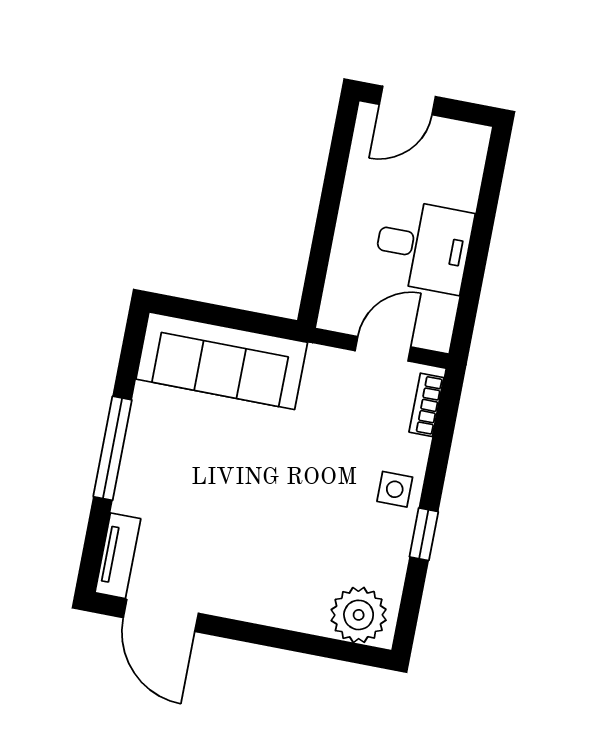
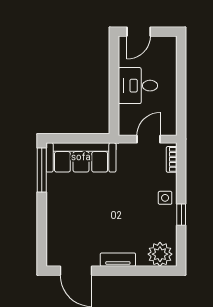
desk: (423, 246) -> (138, 86), moved, turned 180
window: (113, 448) -> (42, 170), moved
tv unit: (118, 556) -> (118, 260), moved, turned -90

